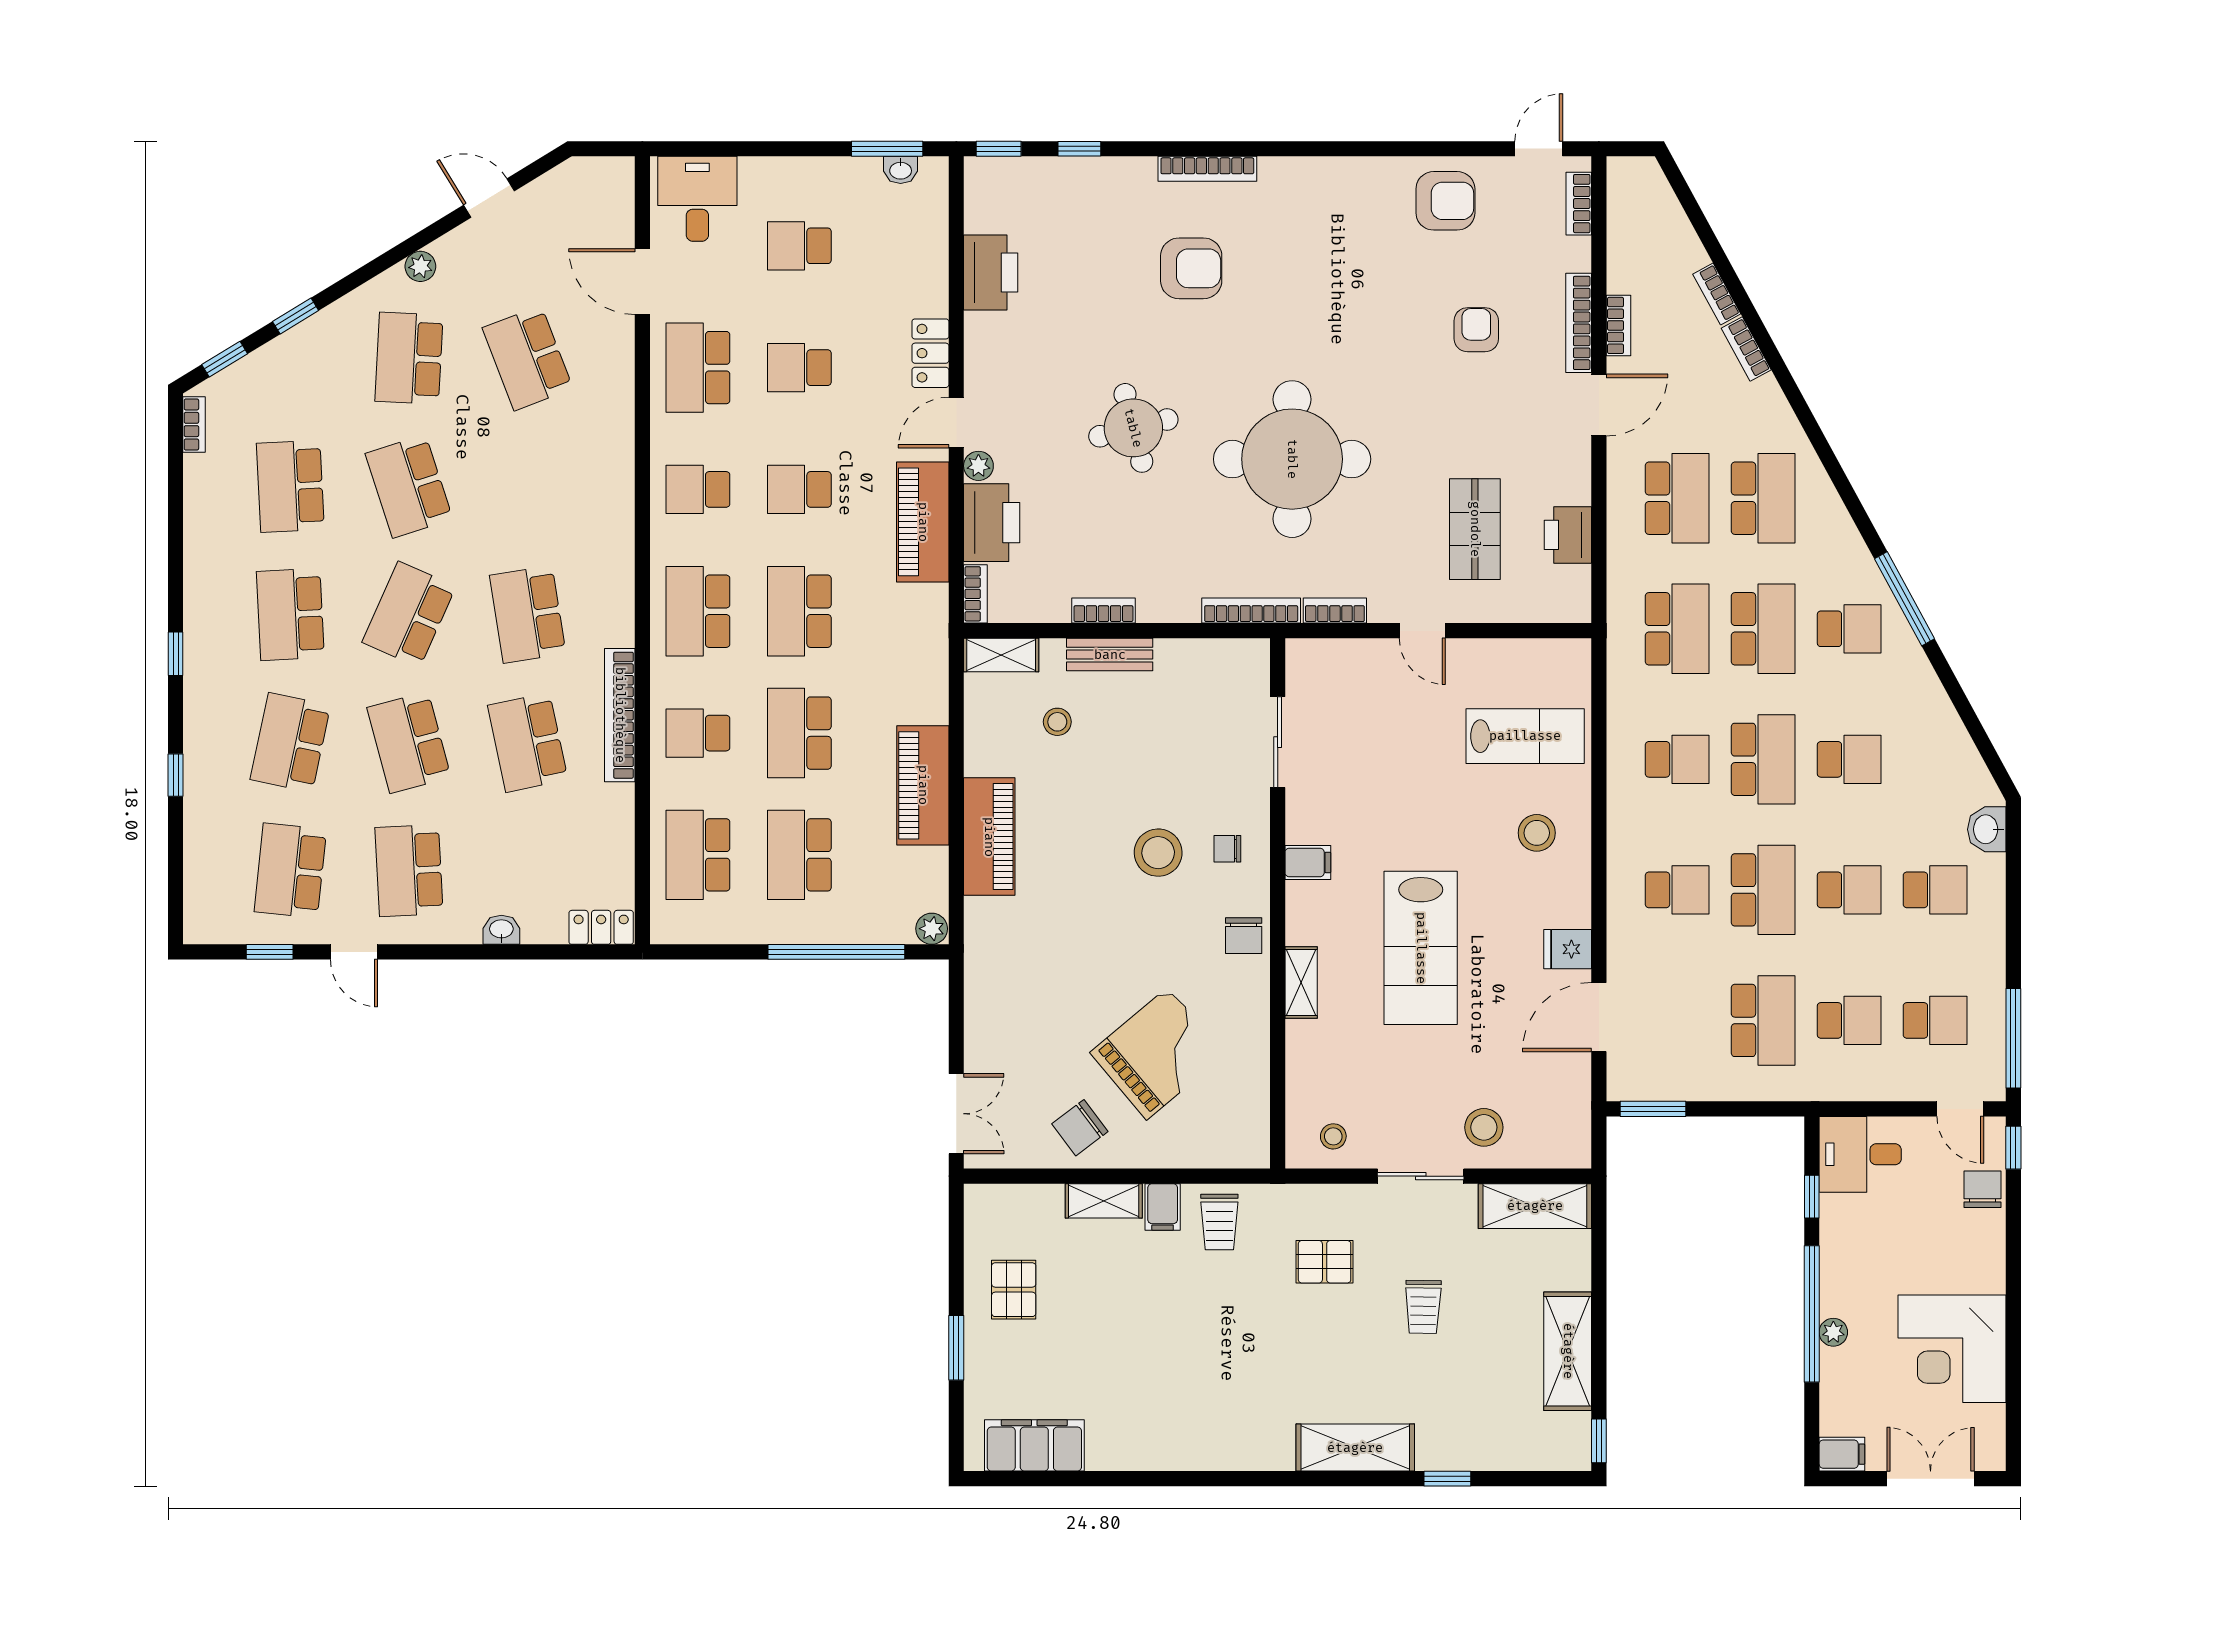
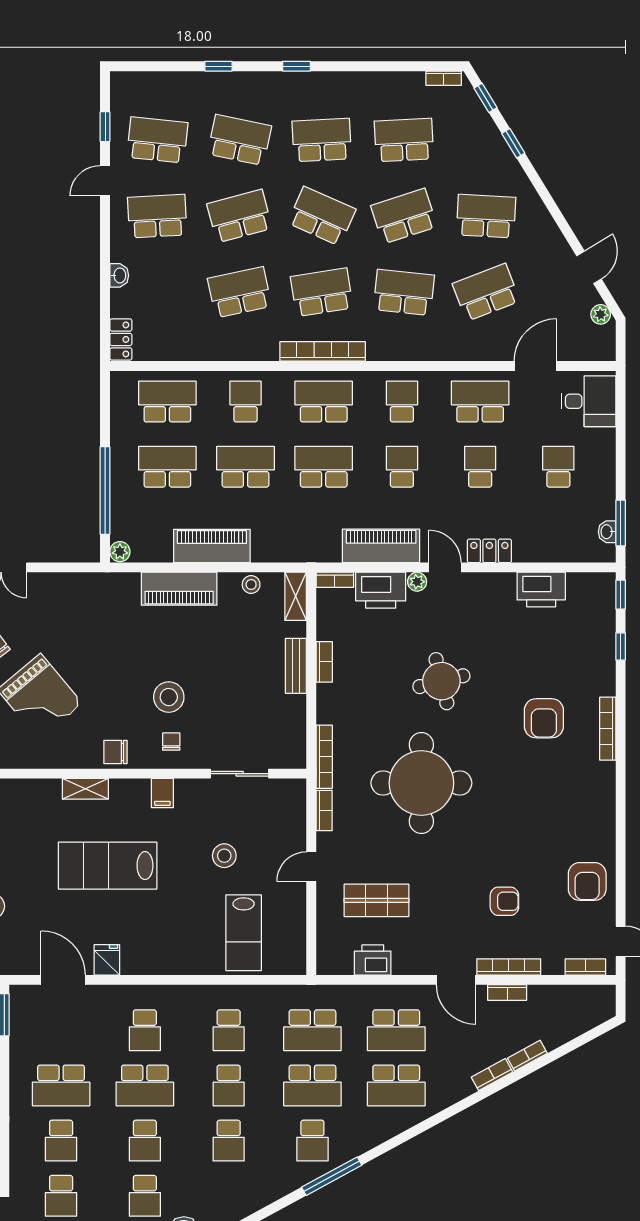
plant: (420, 266) -> (601, 314), moved
school desk: (528, 486) -> (404, 292), added
bookcase: (620, 715) -> (323, 351), moved
stool: (1057, 722) -> (251, 585), moved
school desk: (1763, 759) -> (229, 1085), width x0.54
stool: (1537, 833) -> (224, 856), moved

